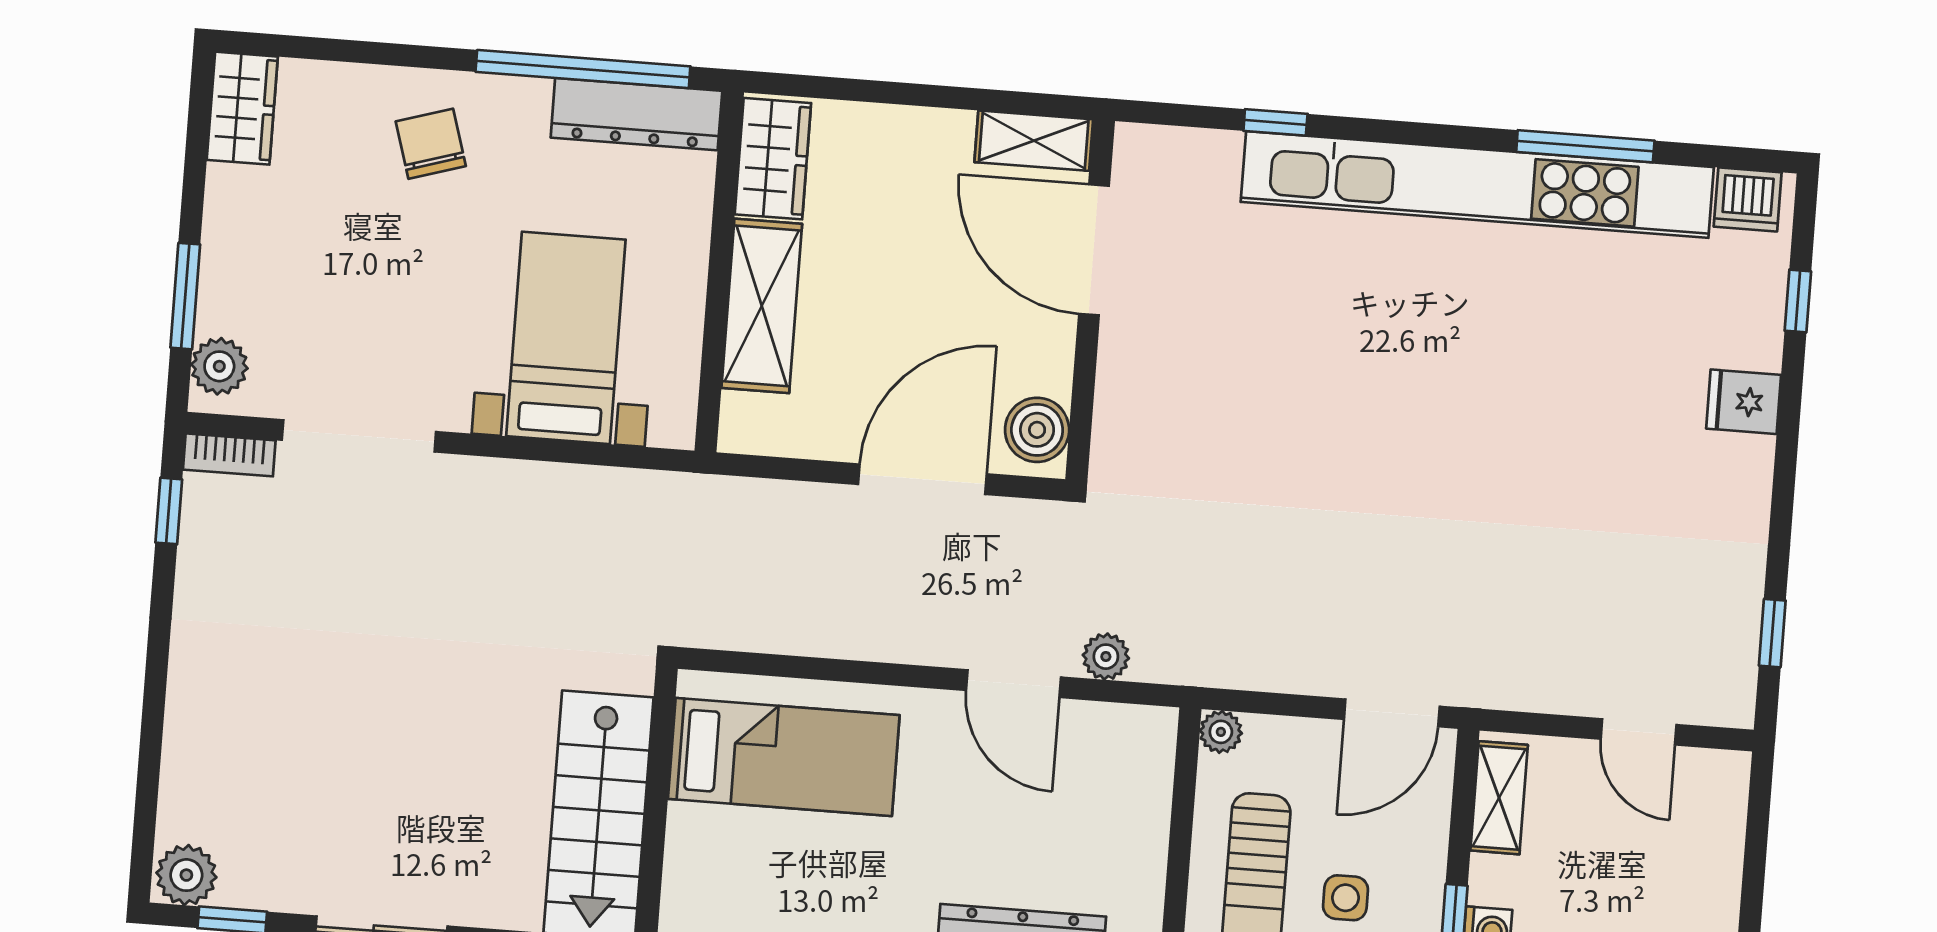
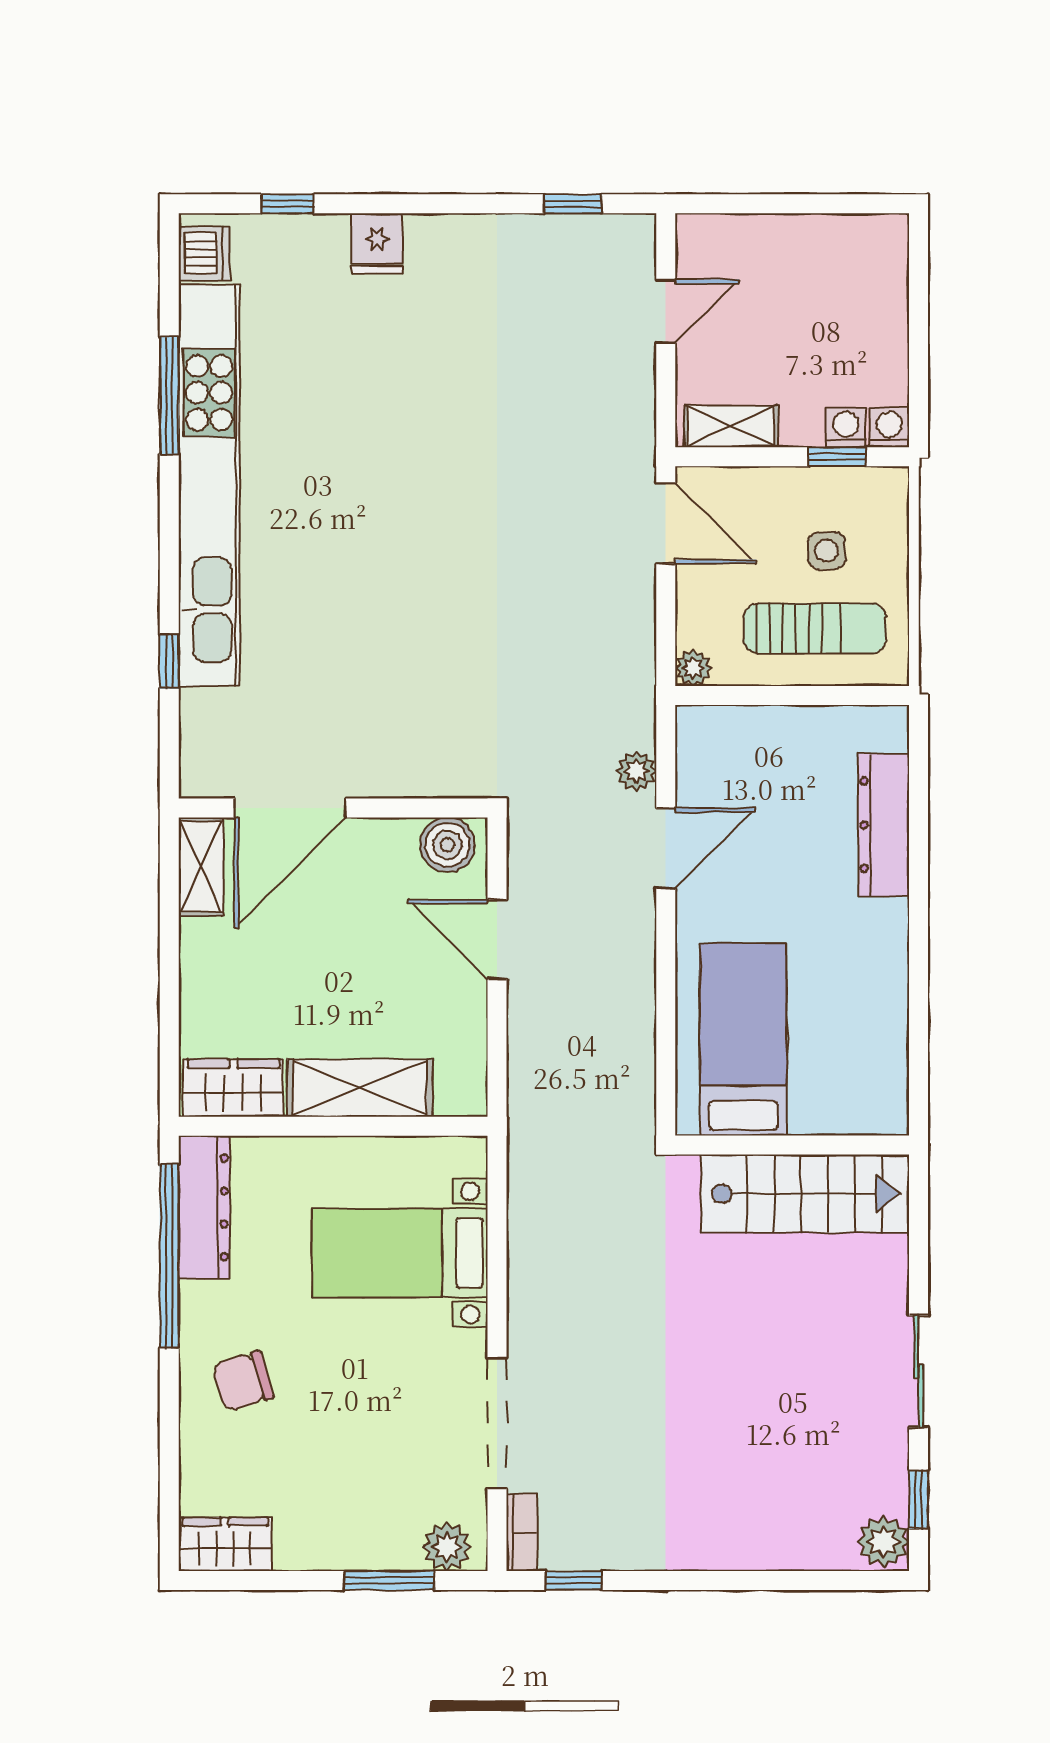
door: (922, 479) -> (497, 939), width x0.73

